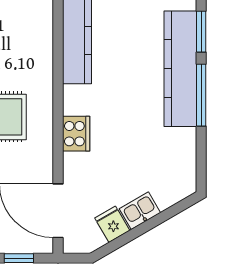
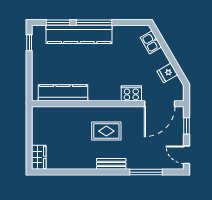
cooker: (76, 134) -> (131, 93), moved
kitchen sink: (140, 211) -> (151, 42), moved

